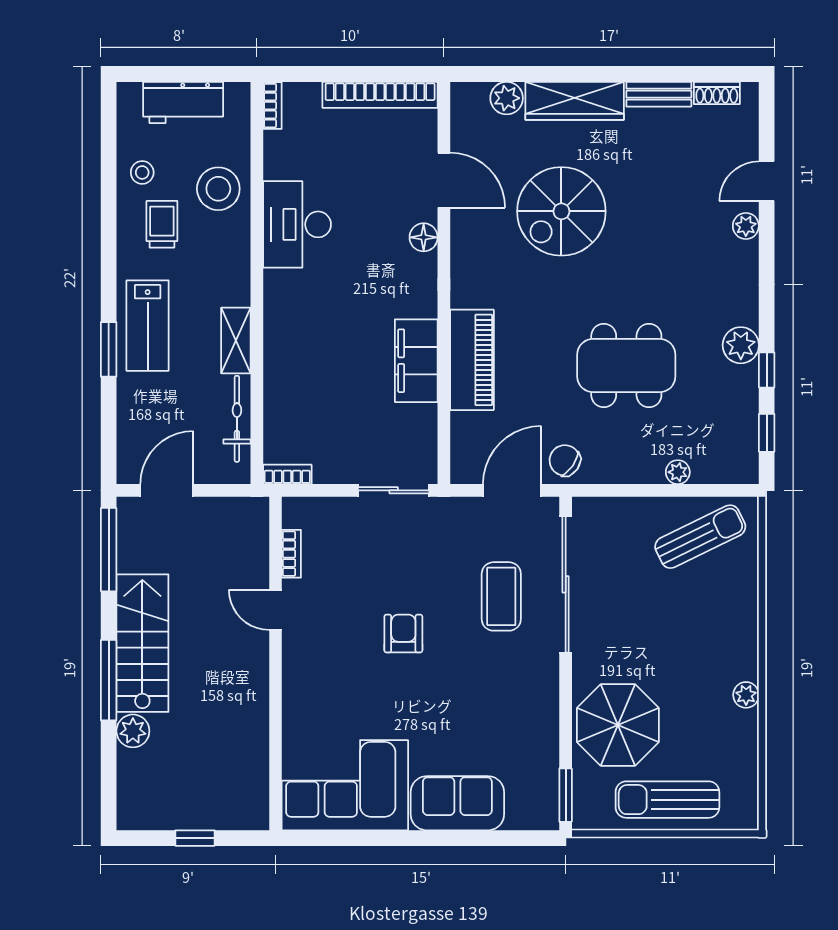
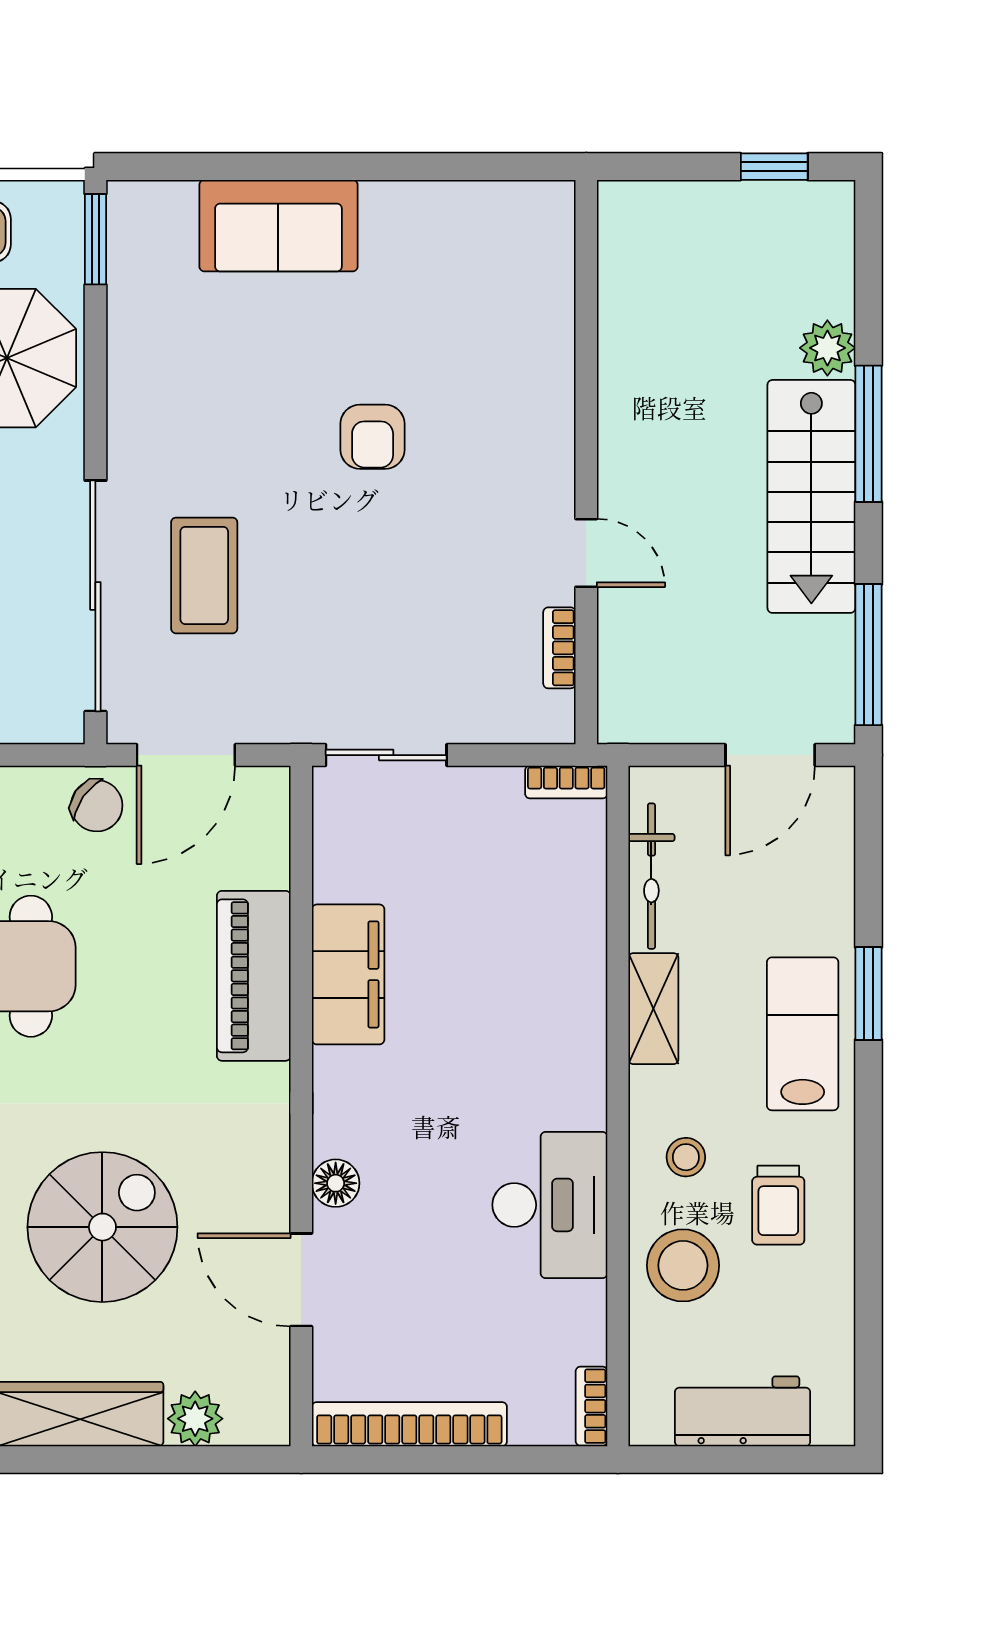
stool: (142, 172) -> (686, 1157), moved
armchair: (403, 633) -> (373, 437), moved
corner sofa: (345, 785) -> (469, 256), removed
window: (195, 838) -> (774, 167), moved

